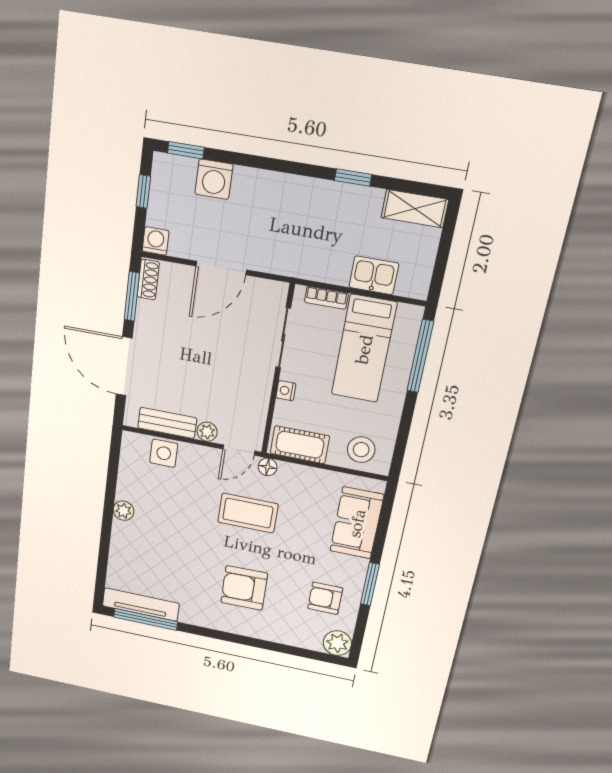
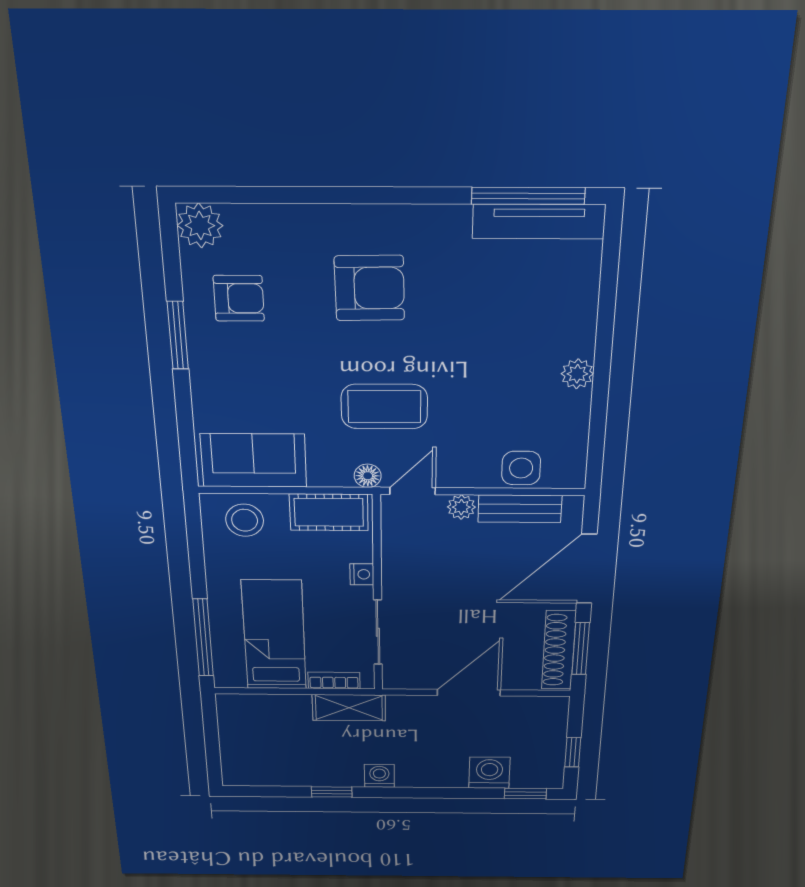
shelving: (415, 209) -> (349, 708), moved
washing machine: (156, 241) -> (379, 776), moved, turned 180
kitchen sink: (374, 275) -> (284, 709), removed
shoe rack: (148, 280) -> (559, 650), width x1.94, depth x1.24
door: (124, 366) -> (587, 569), swing flipped
sofa: (357, 523) -> (254, 461), moved, turned -90

